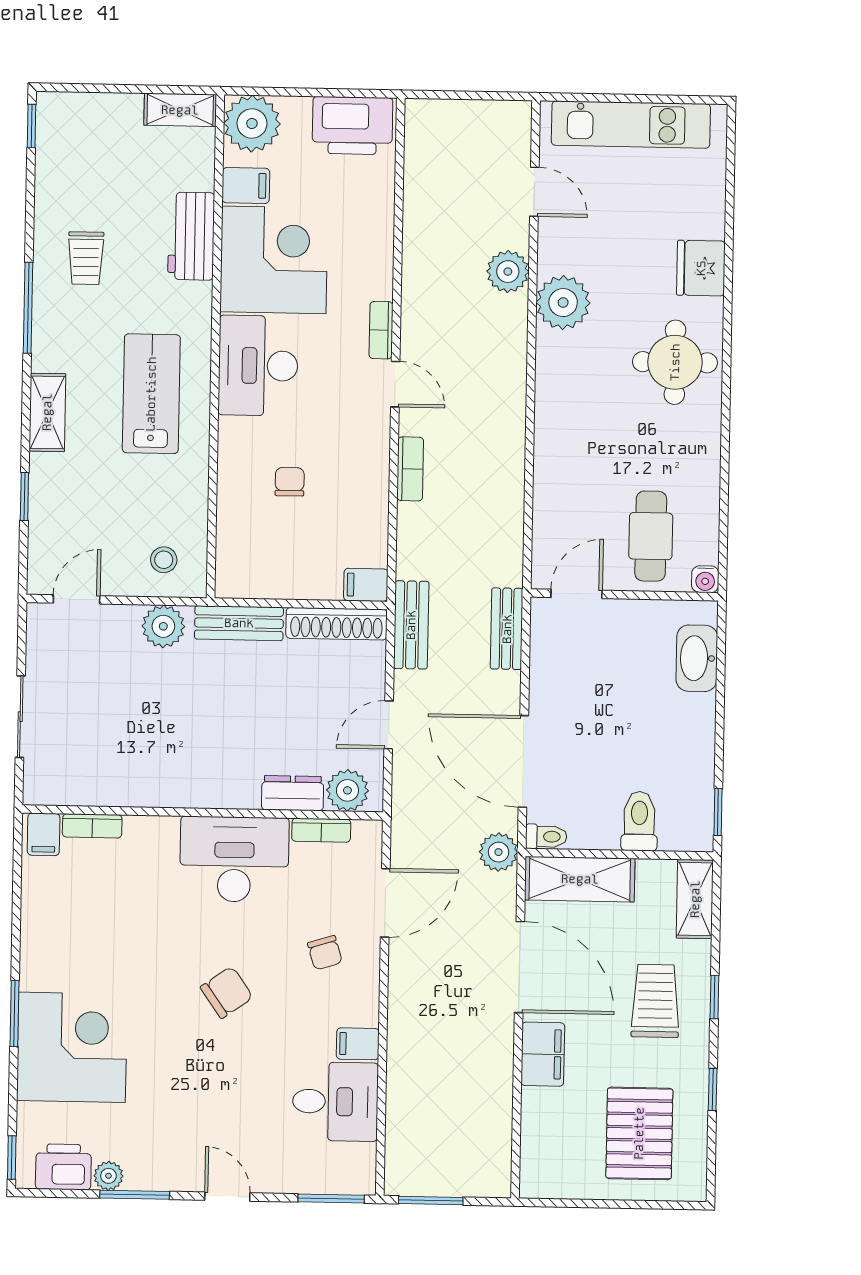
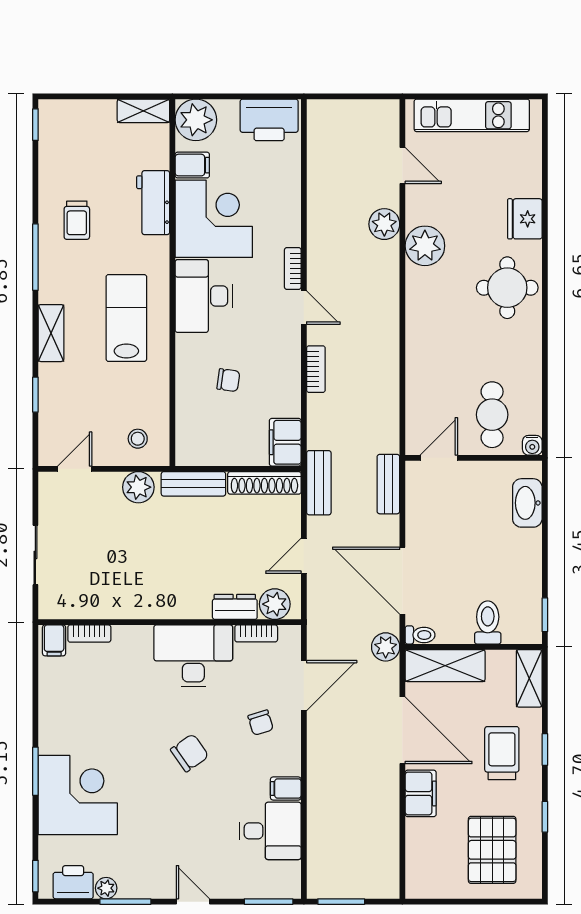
chair: (290, 482) -> (228, 380), turned 98
filing cabinet: (366, 585) -> (285, 442), width x2.00

